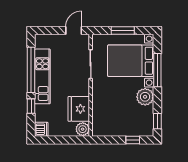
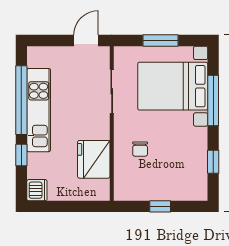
plant: (145, 97) -> (194, 141), removed
chair: (109, 102) -> (140, 149), added
window: (157, 121) -> (213, 162), moved
plant: (83, 129) -> (100, 190), removed
window: (133, 140) -> (160, 206), moved

